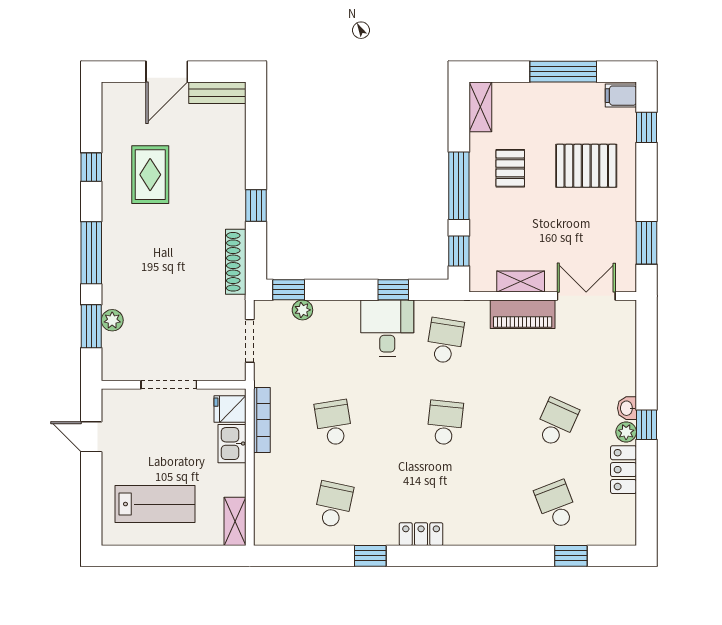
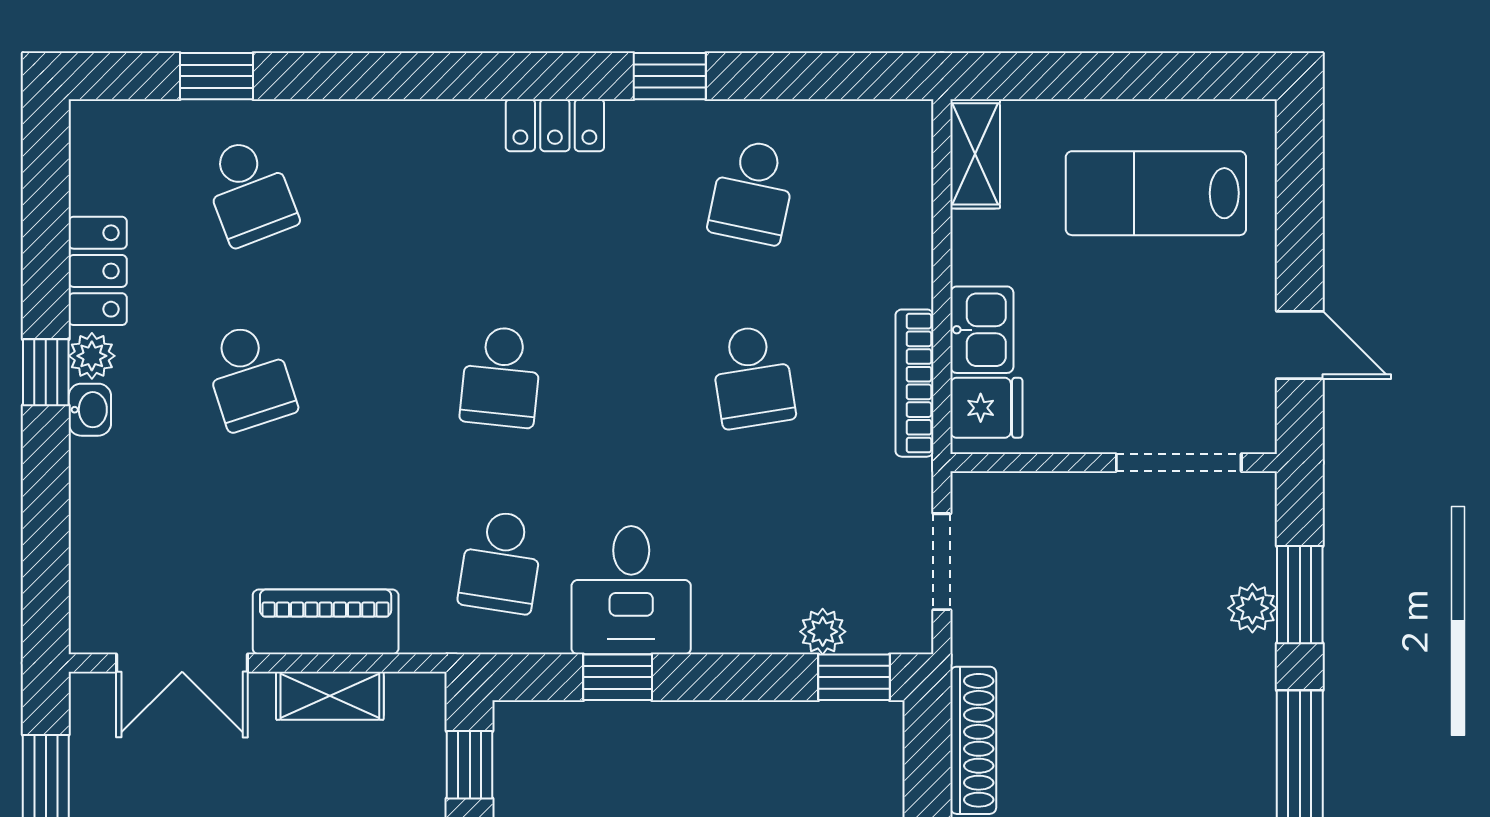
doorway: (169, 385) -> (1179, 463), moved
school desk: (556, 423) -> (249, 377), turned -42

